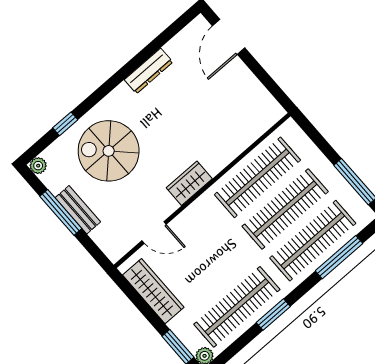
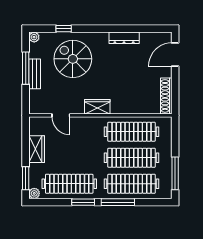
shoe rack: (262, 97) -> (166, 96), added
window: (339, 257) -> (118, 202), moved
wardrobe: (153, 291) -> (37, 149), width x0.67

